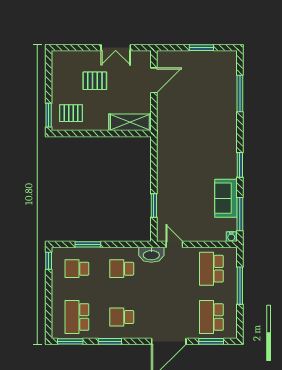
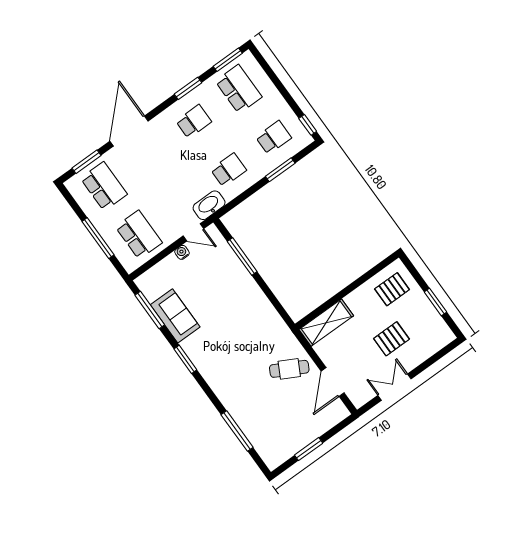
cafe table: (176, 109) -> (289, 369), added
window: (49, 115) -> (435, 302), moved
window: (154, 205) -> (242, 257), width x1.44
water cooler: (231, 237) -> (182, 252), moved

